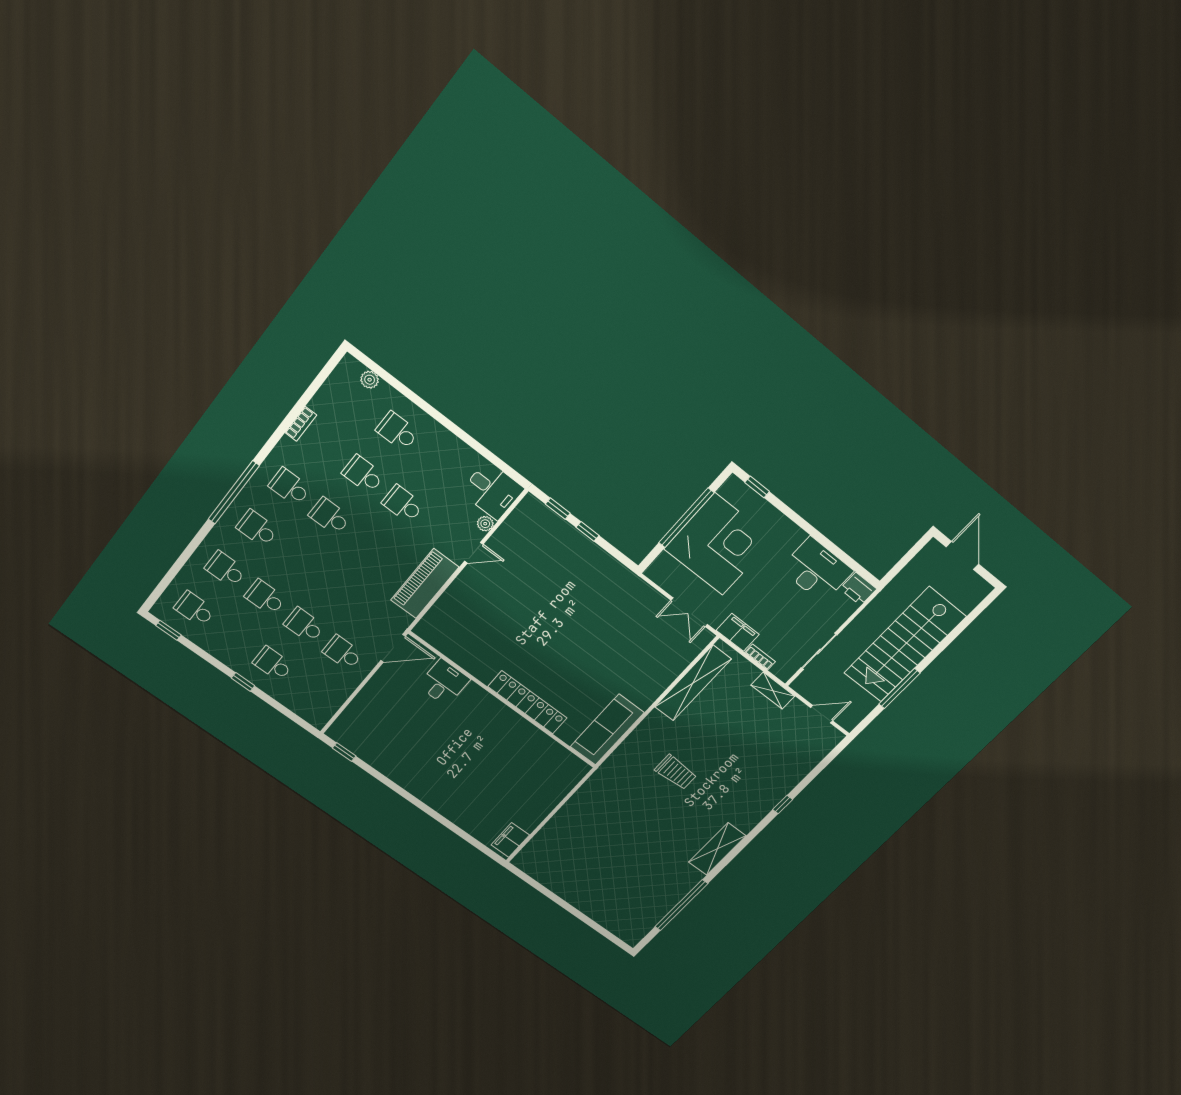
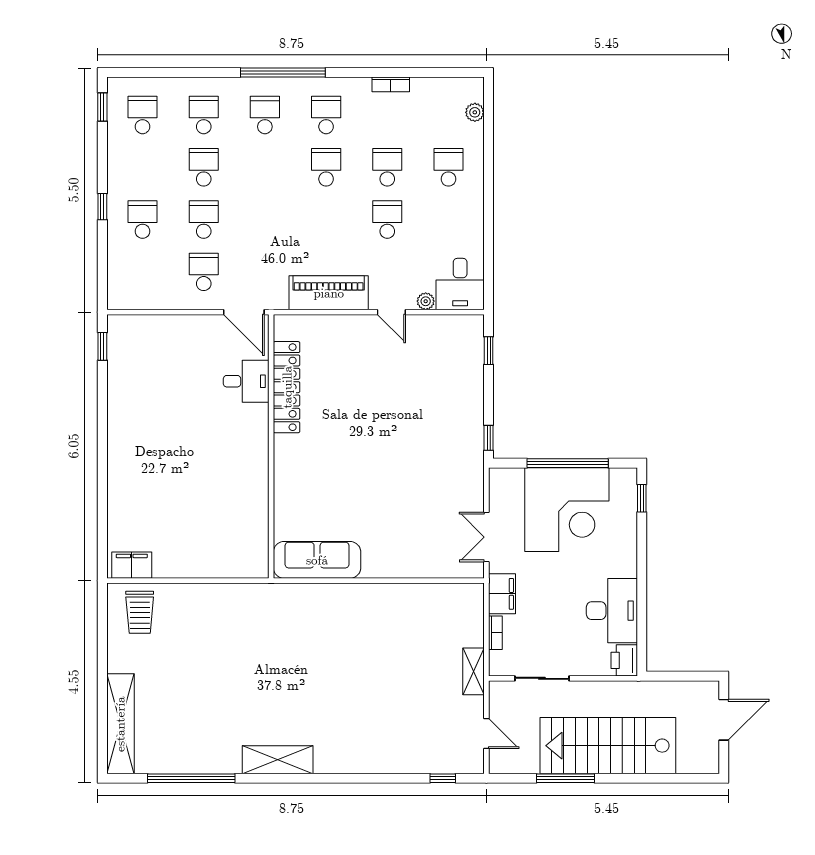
window: (587, 531) -> (489, 438), moved
shelving: (693, 683) -> (120, 724), moved, turned 90
locker: (527, 702) -> (287, 387), moved
trolley: (676, 772) -> (140, 612), moved
window: (783, 805) -> (443, 778), moved

